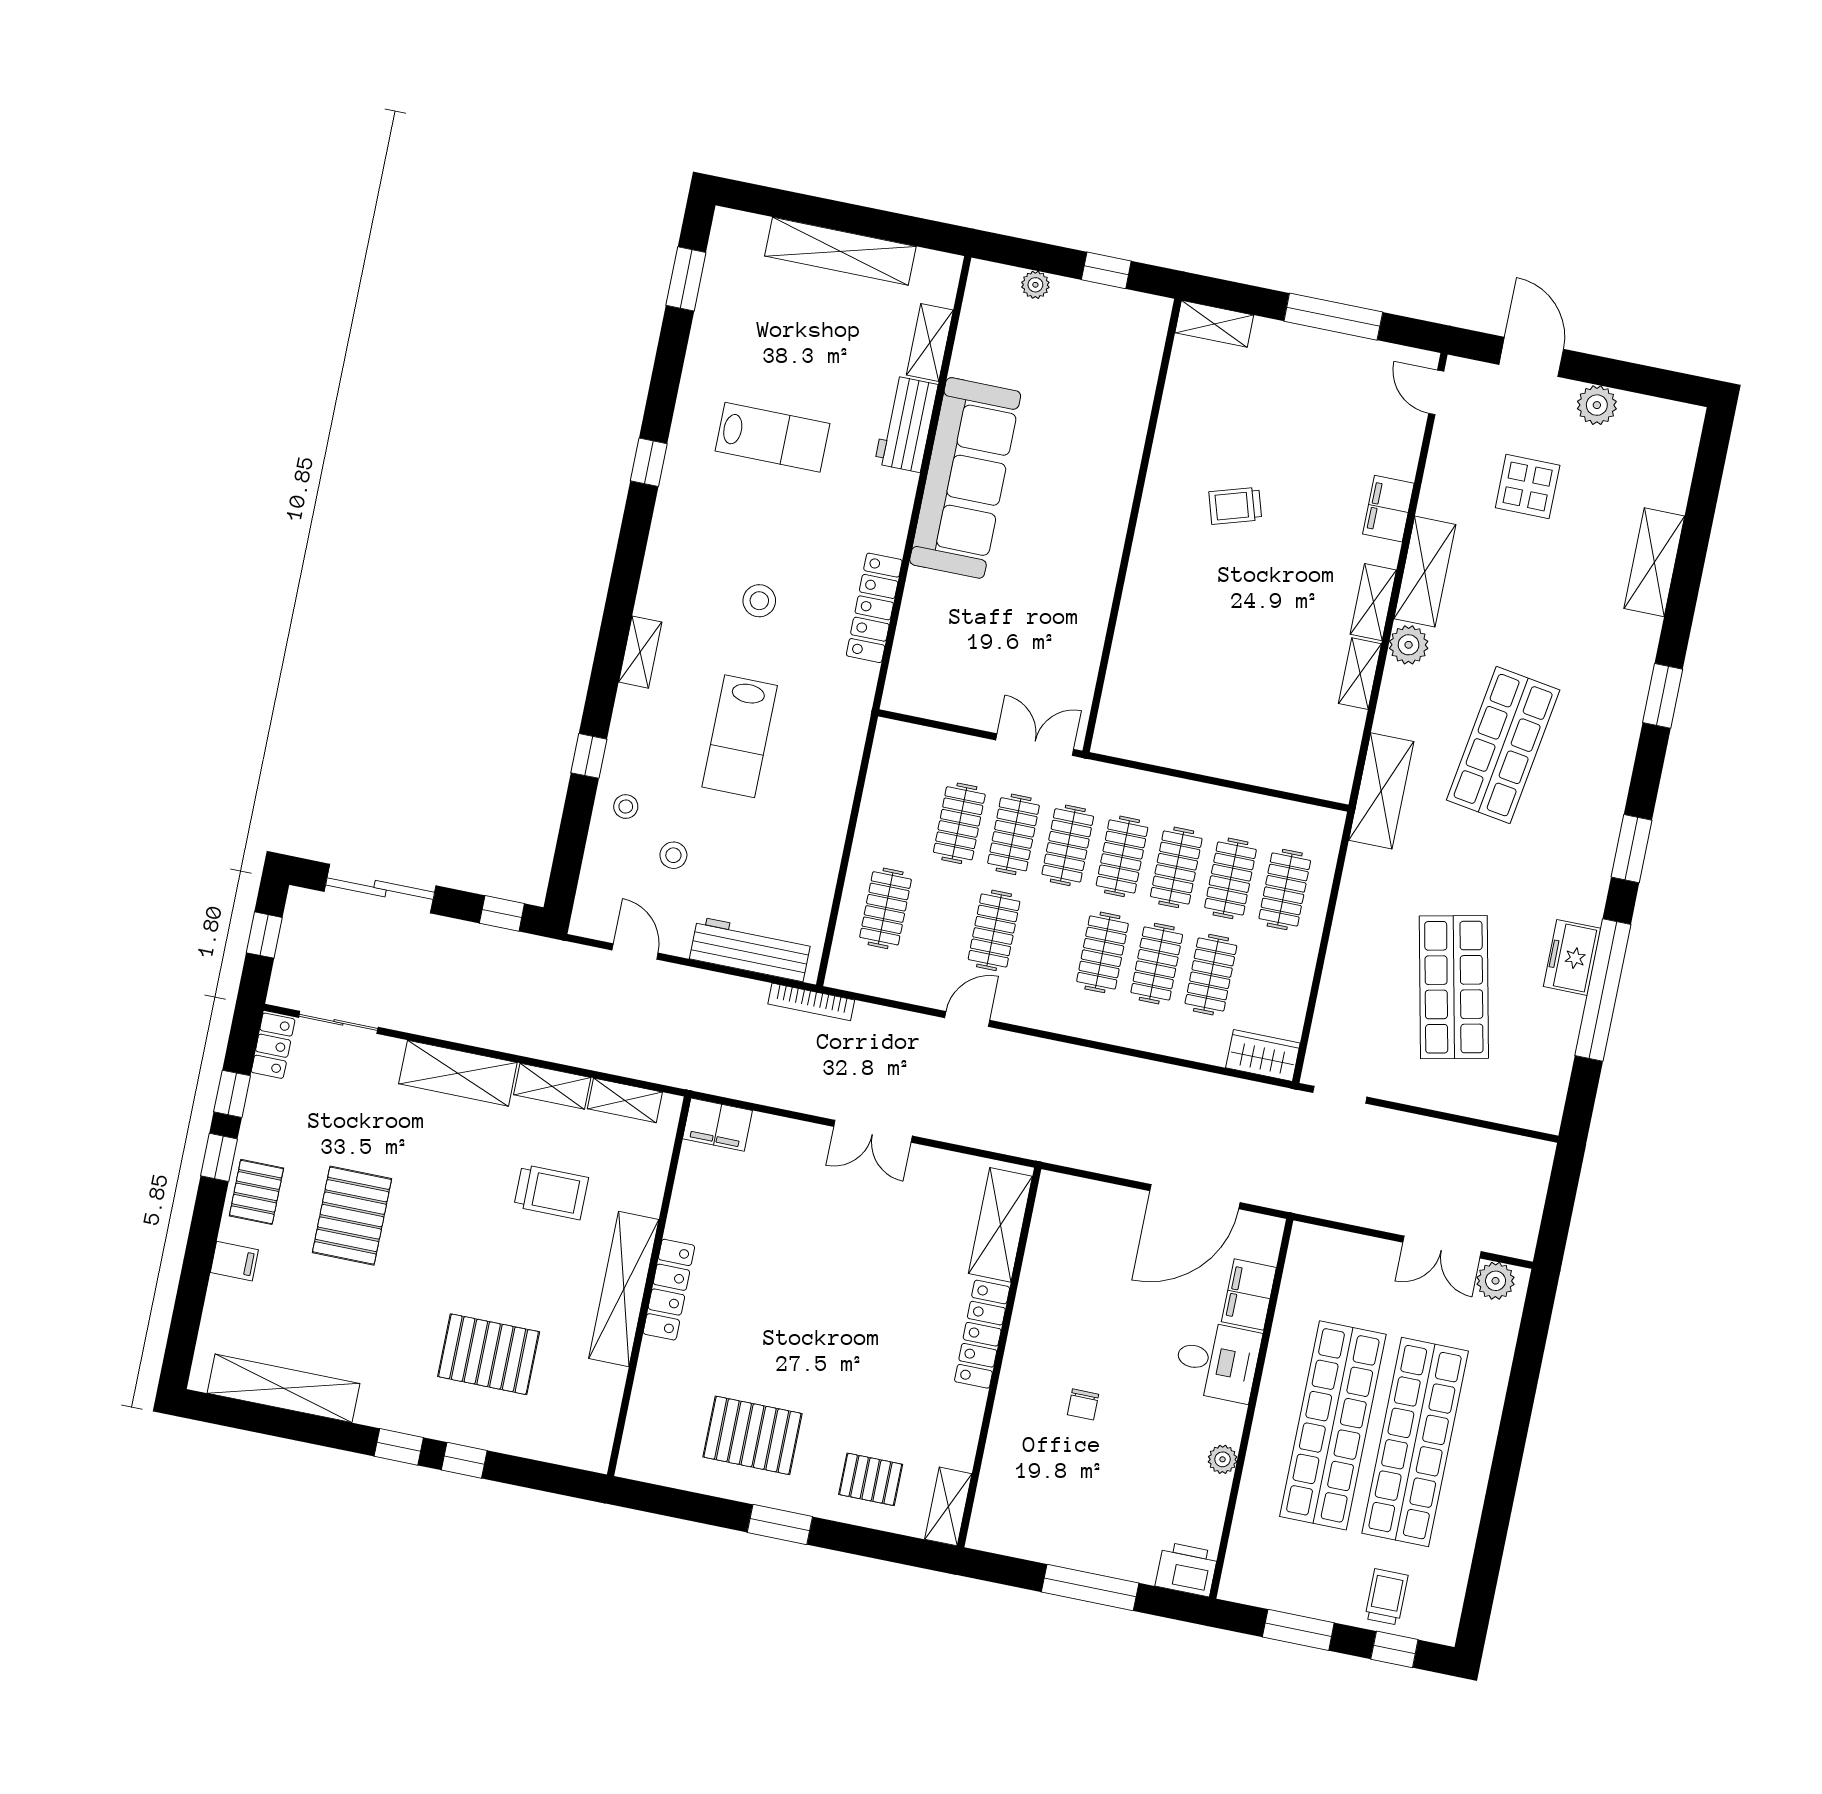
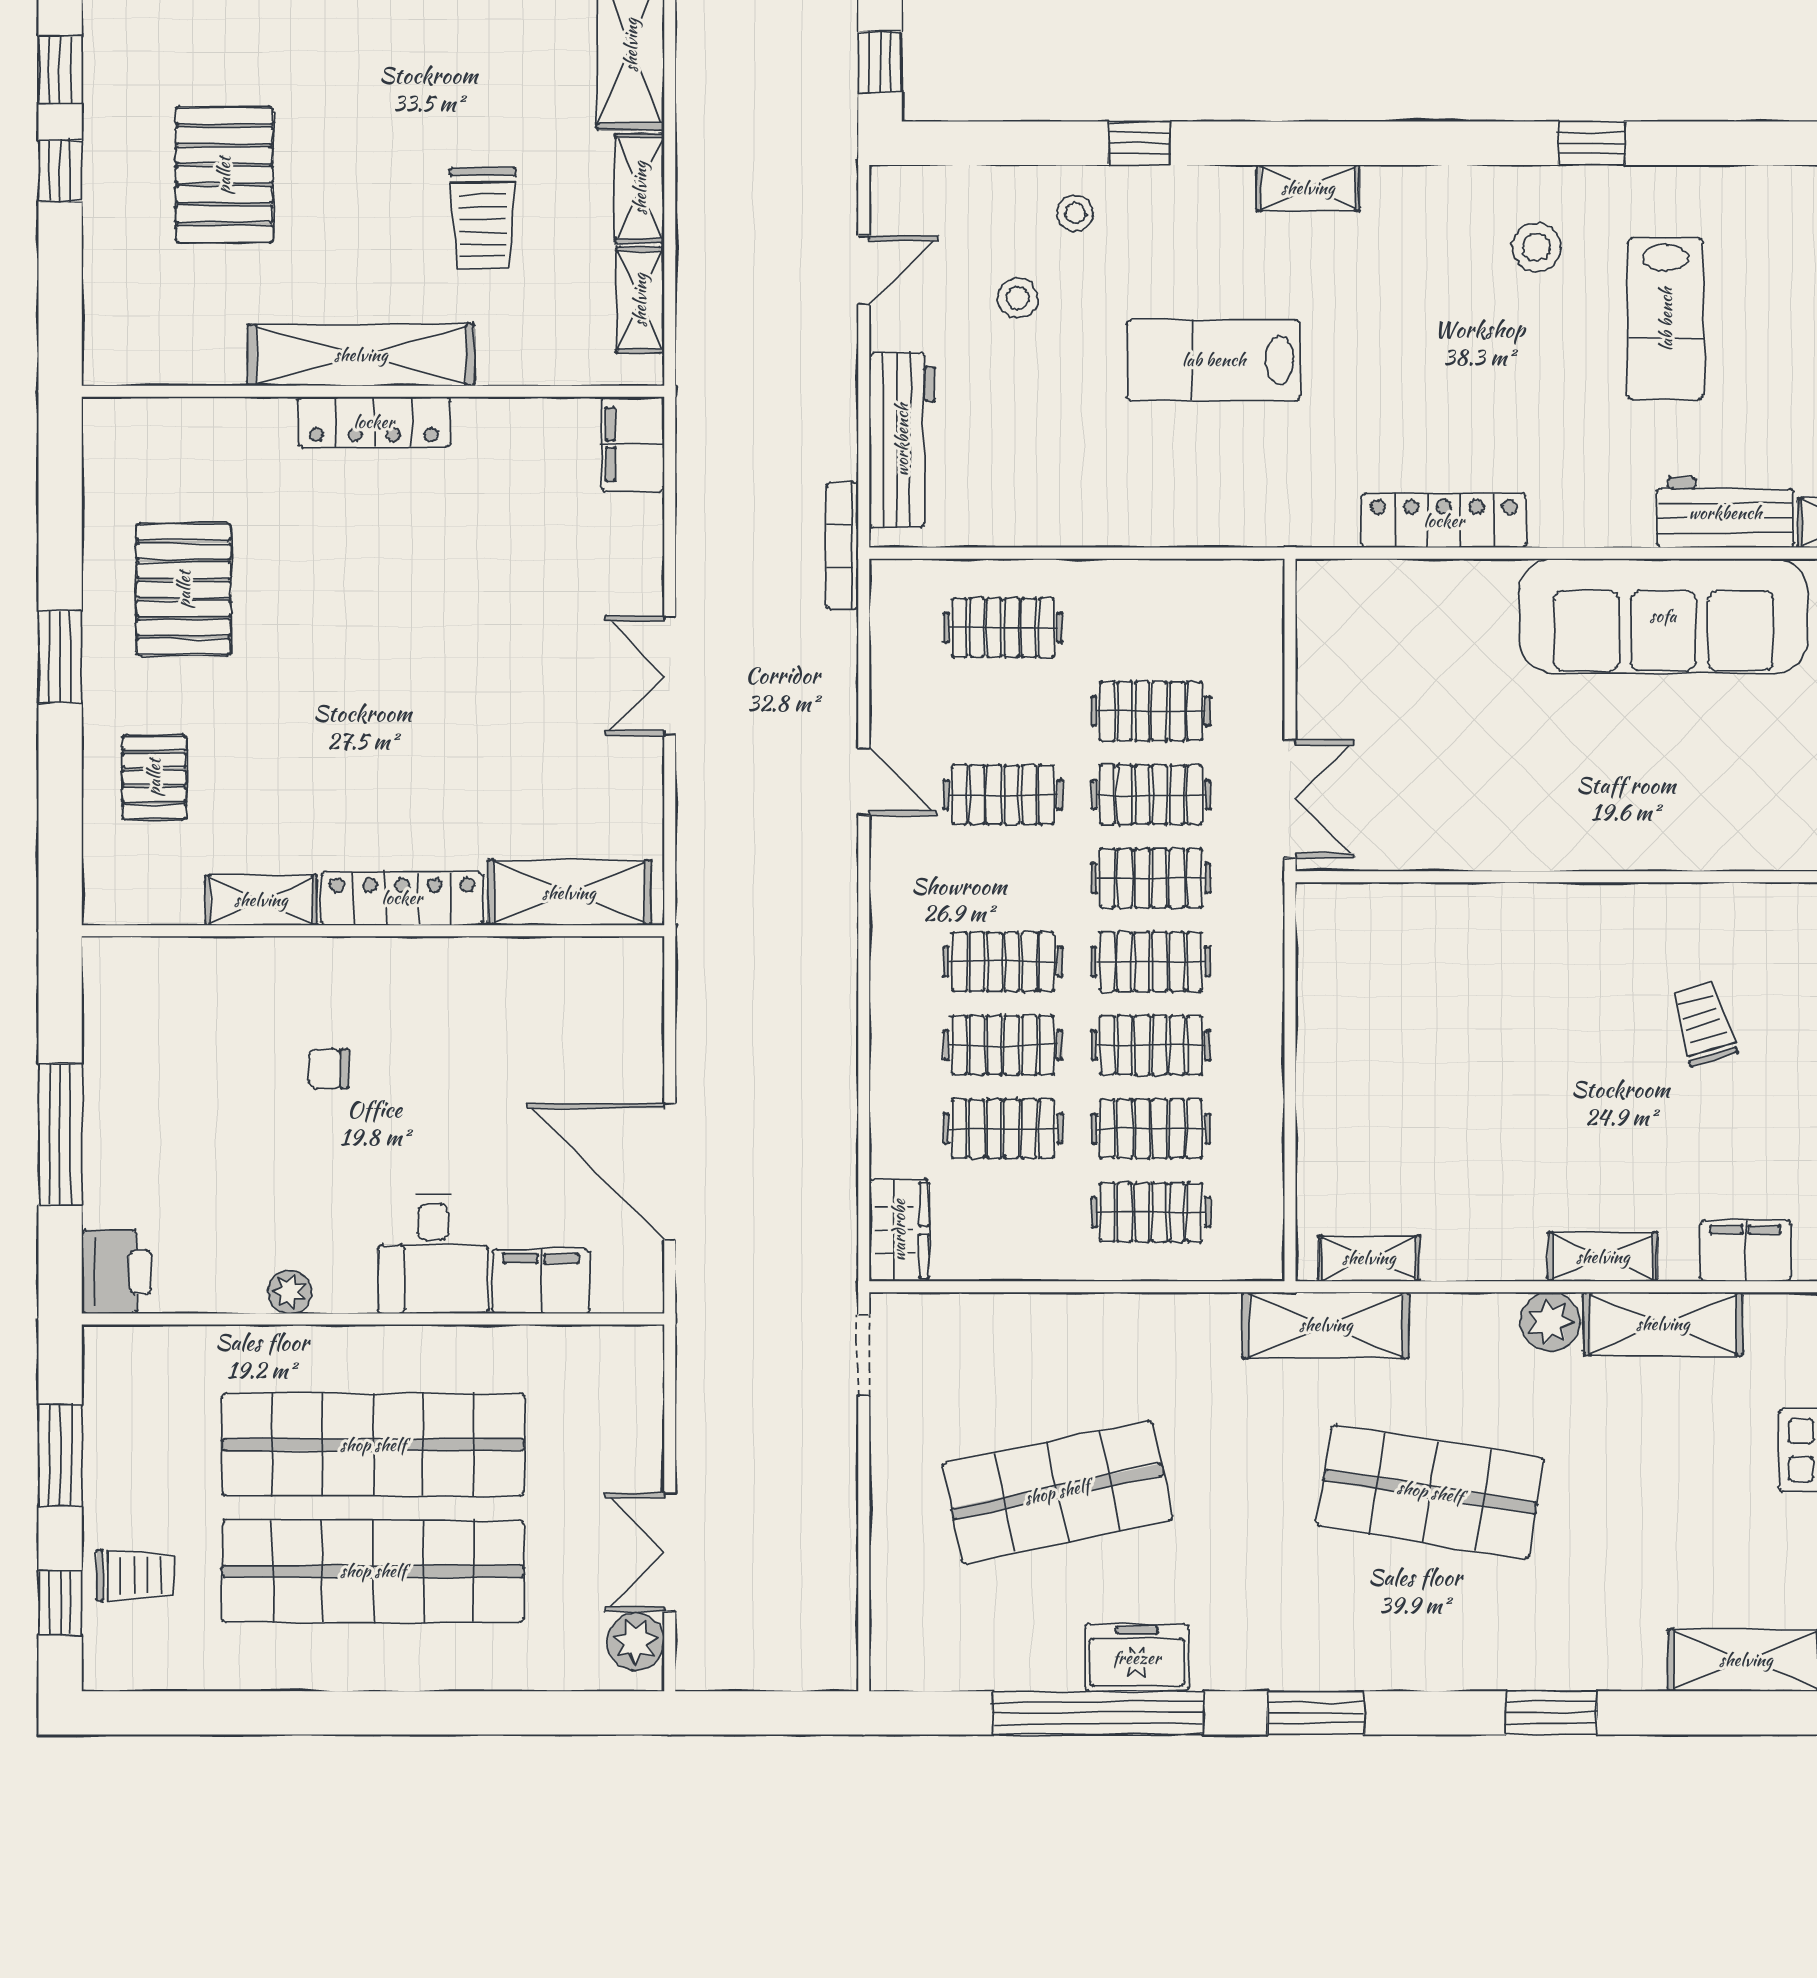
stool: (759, 601) -> (1536, 247), moved
shelving: (1360, 674) -> (1369, 1258), moved
shelving: (948, 1506) -> (261, 900), moved

